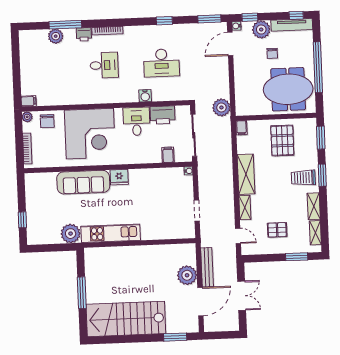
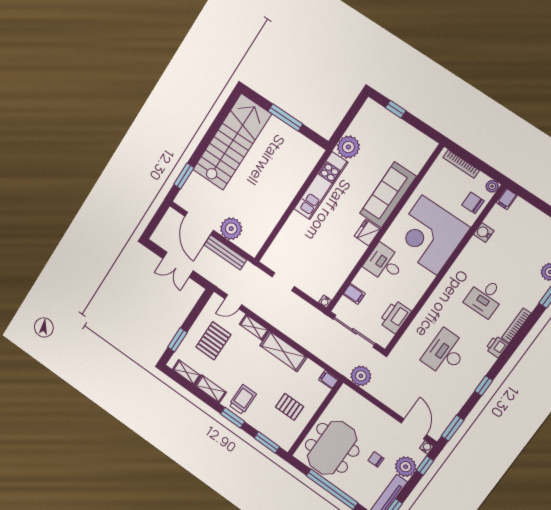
printer: (84, 34) -> (497, 347), moved
water cooler: (145, 96) -> (484, 232), moved
desk: (136, 121) -> (384, 263), moved, turned 180
pallet: (282, 141) -> (290, 407), width x0.67, depth x0.71
pallet: (277, 230) -> (213, 341), width x1.50, depth x1.42

